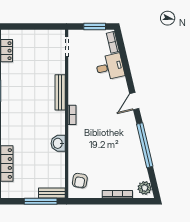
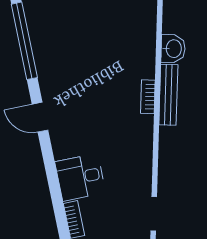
bench: (60, 92) -> (168, 95), moved
door: (134, 101) -> (40, 117), swing flipped

